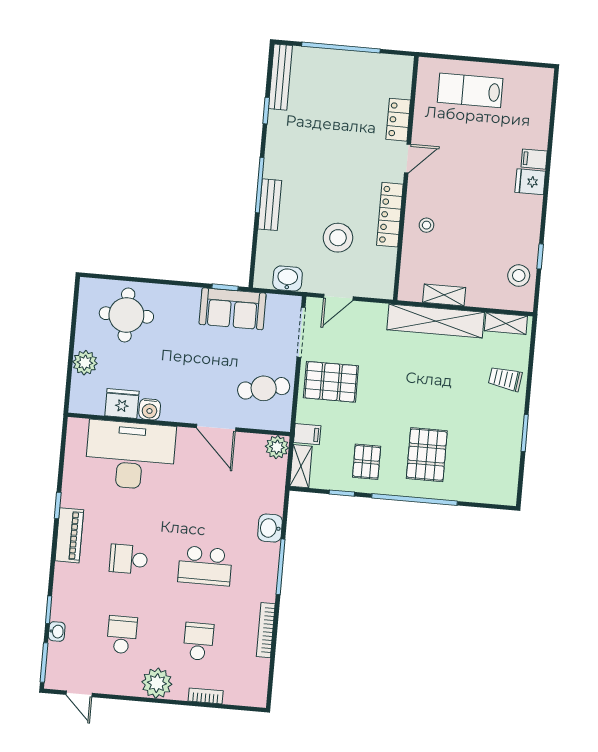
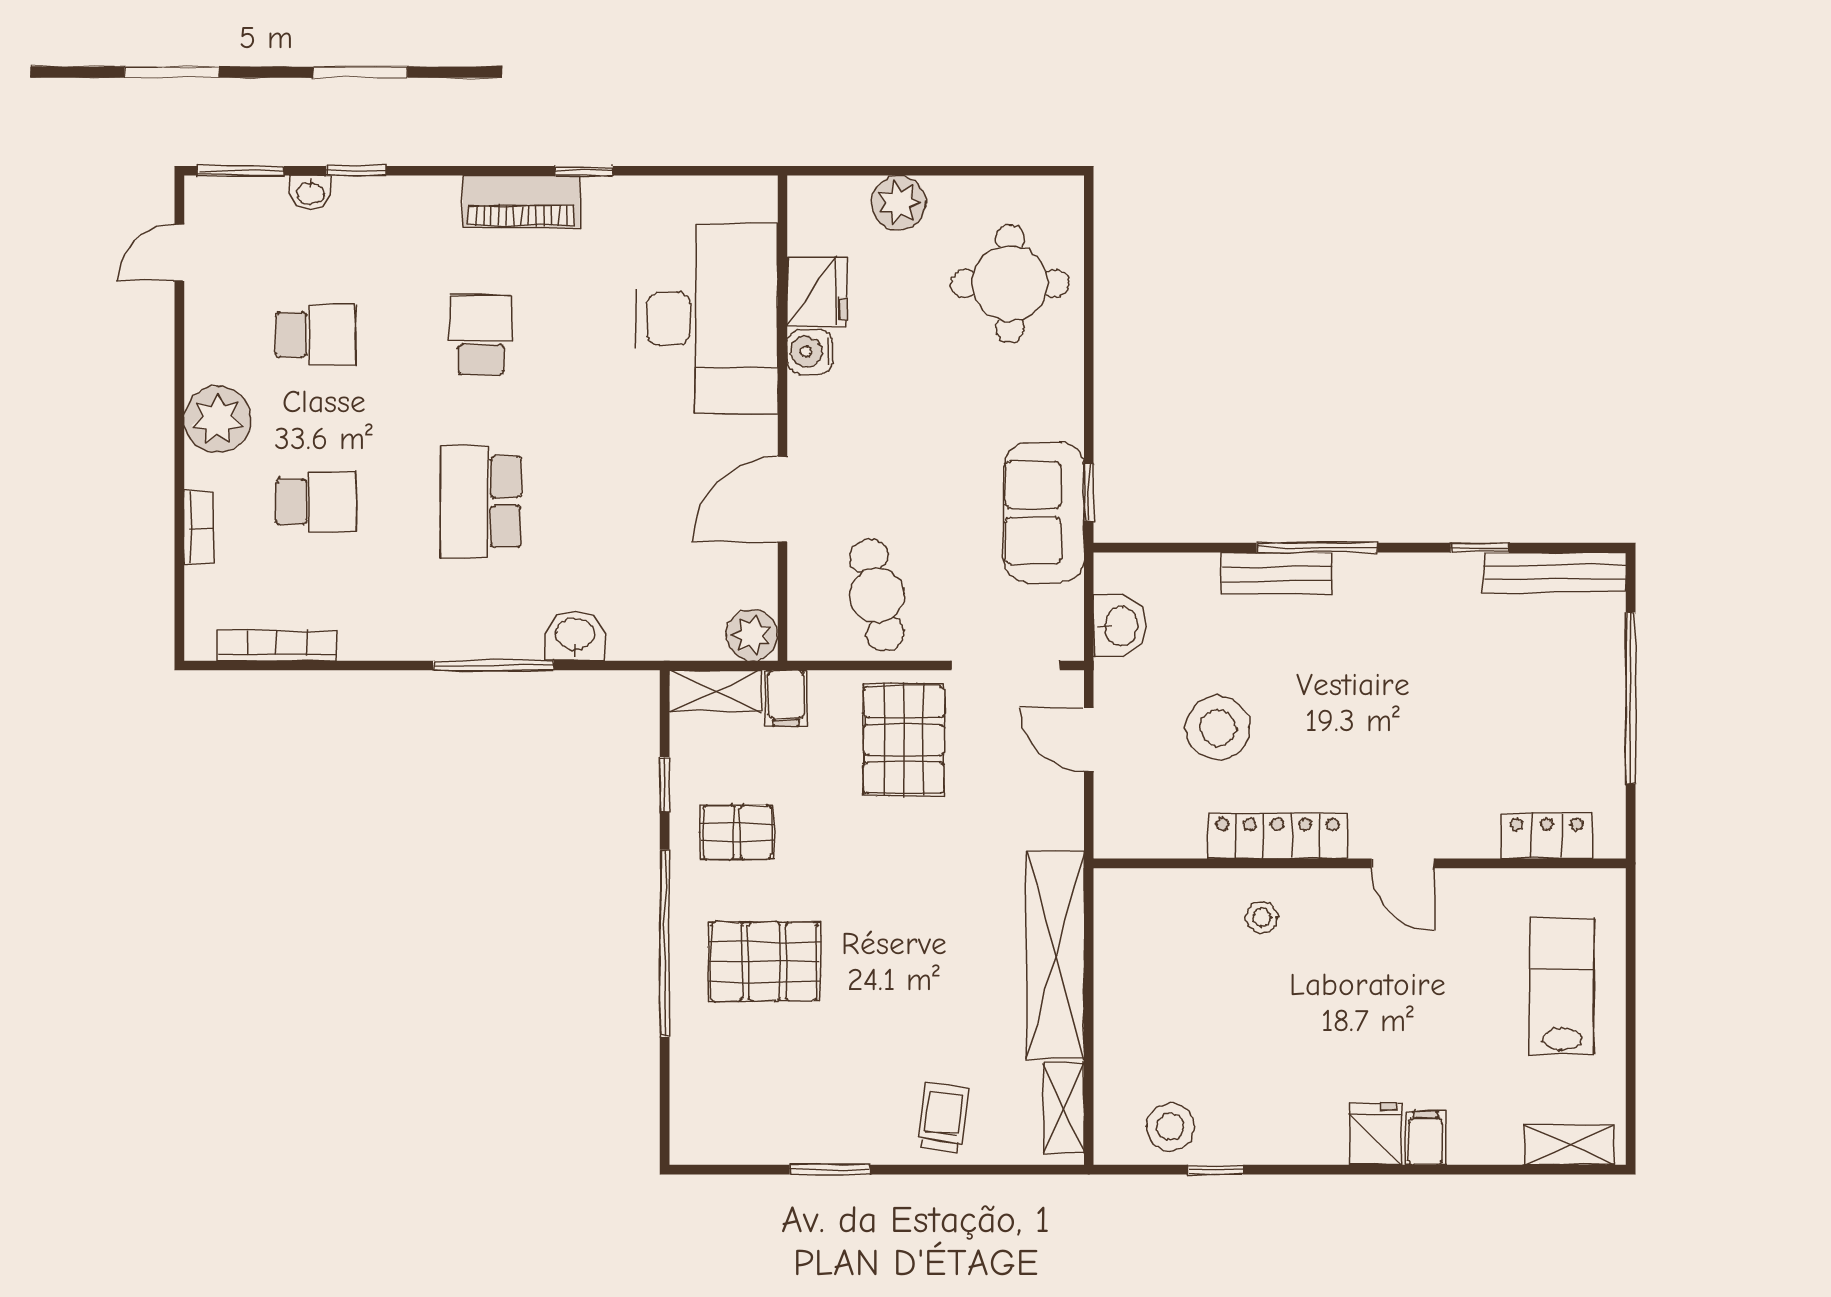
locker: (398, 120) -> (1547, 836), moved
shelving: (444, 295) -> (1569, 1145), moved, turned 90
bookcase: (266, 630) -> (277, 646), moved

